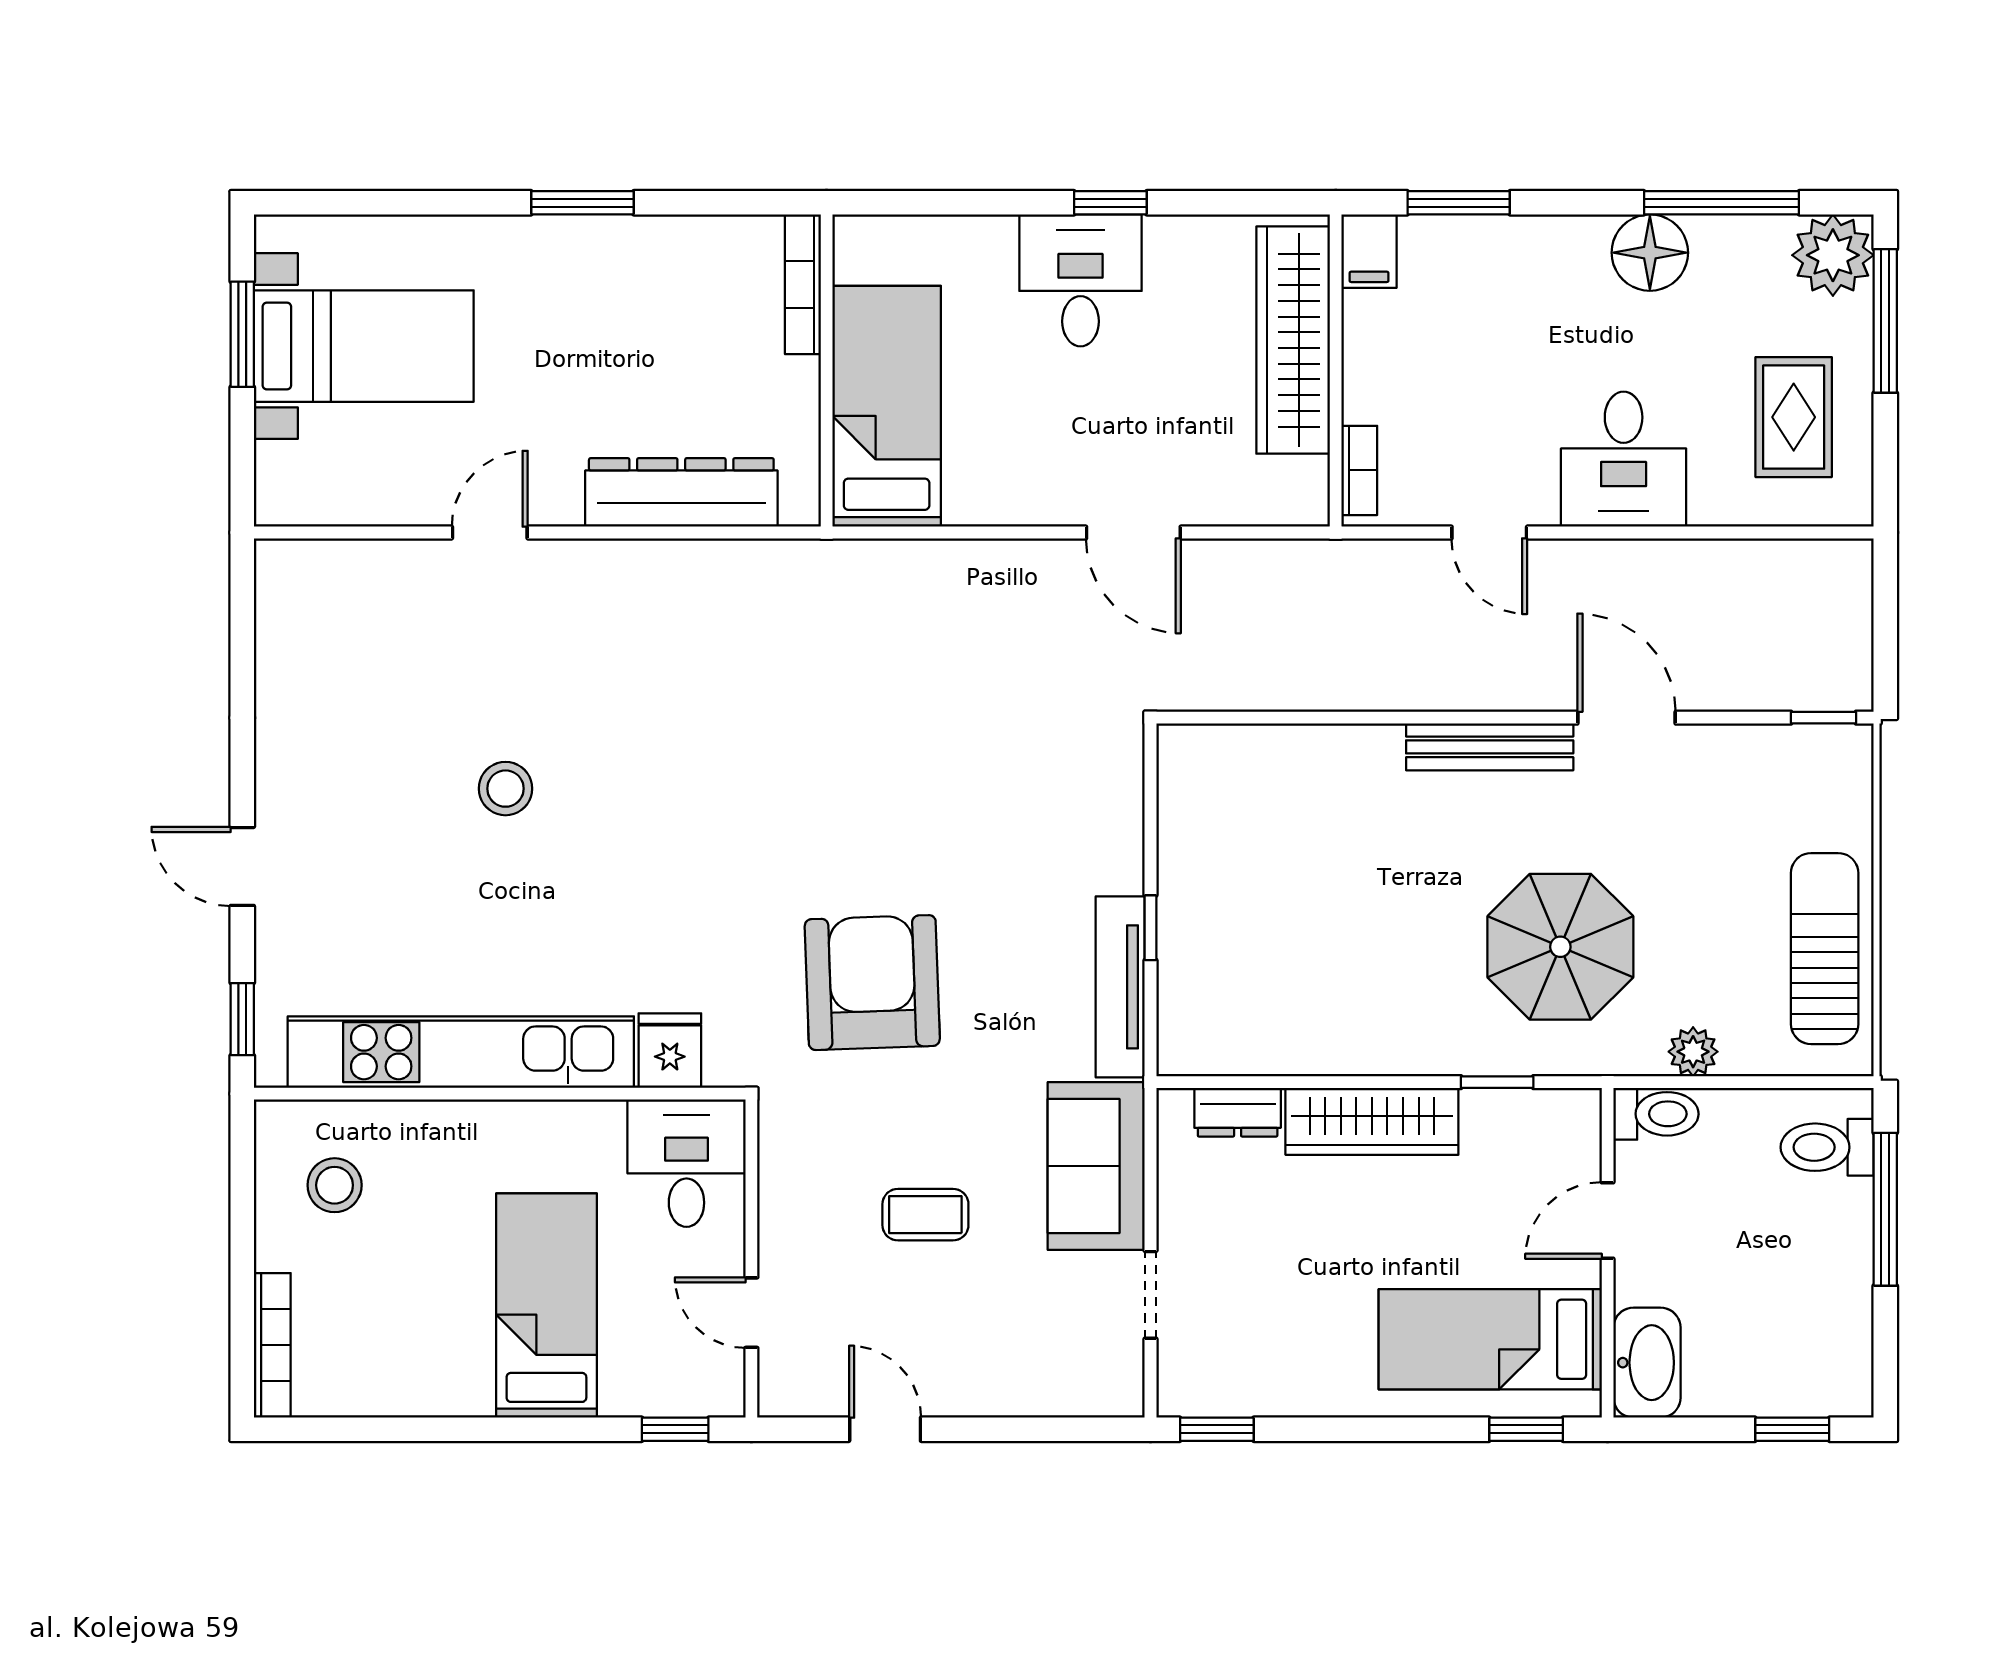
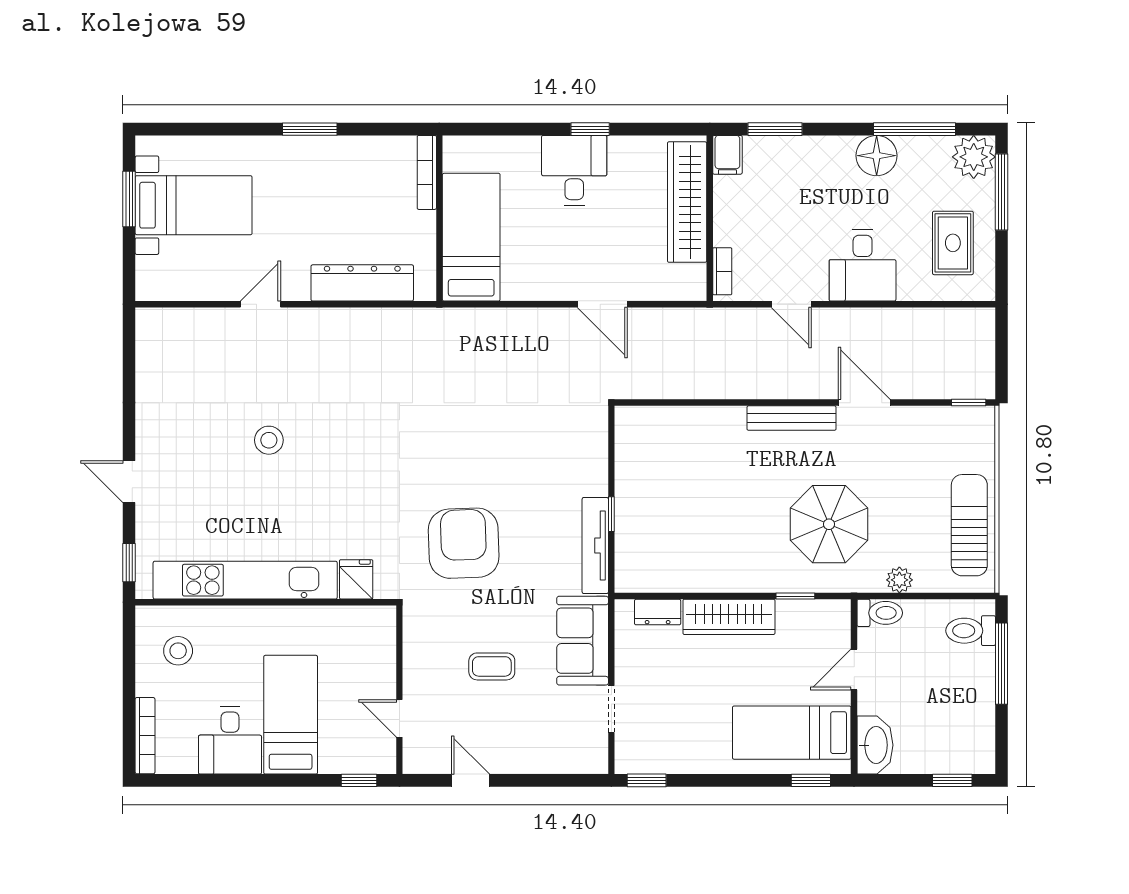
desk: (686, 1163) -> (230, 740), moved, turned 180

